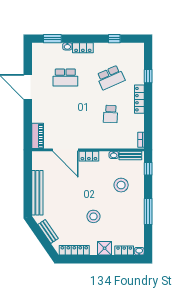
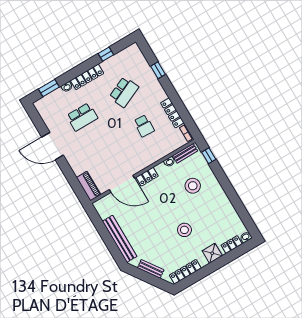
locker: (83, 48) -> (87, 77), width x1.53
locker: (139, 99) -> (172, 113), moved
window: (148, 211) -> (232, 195), removed

